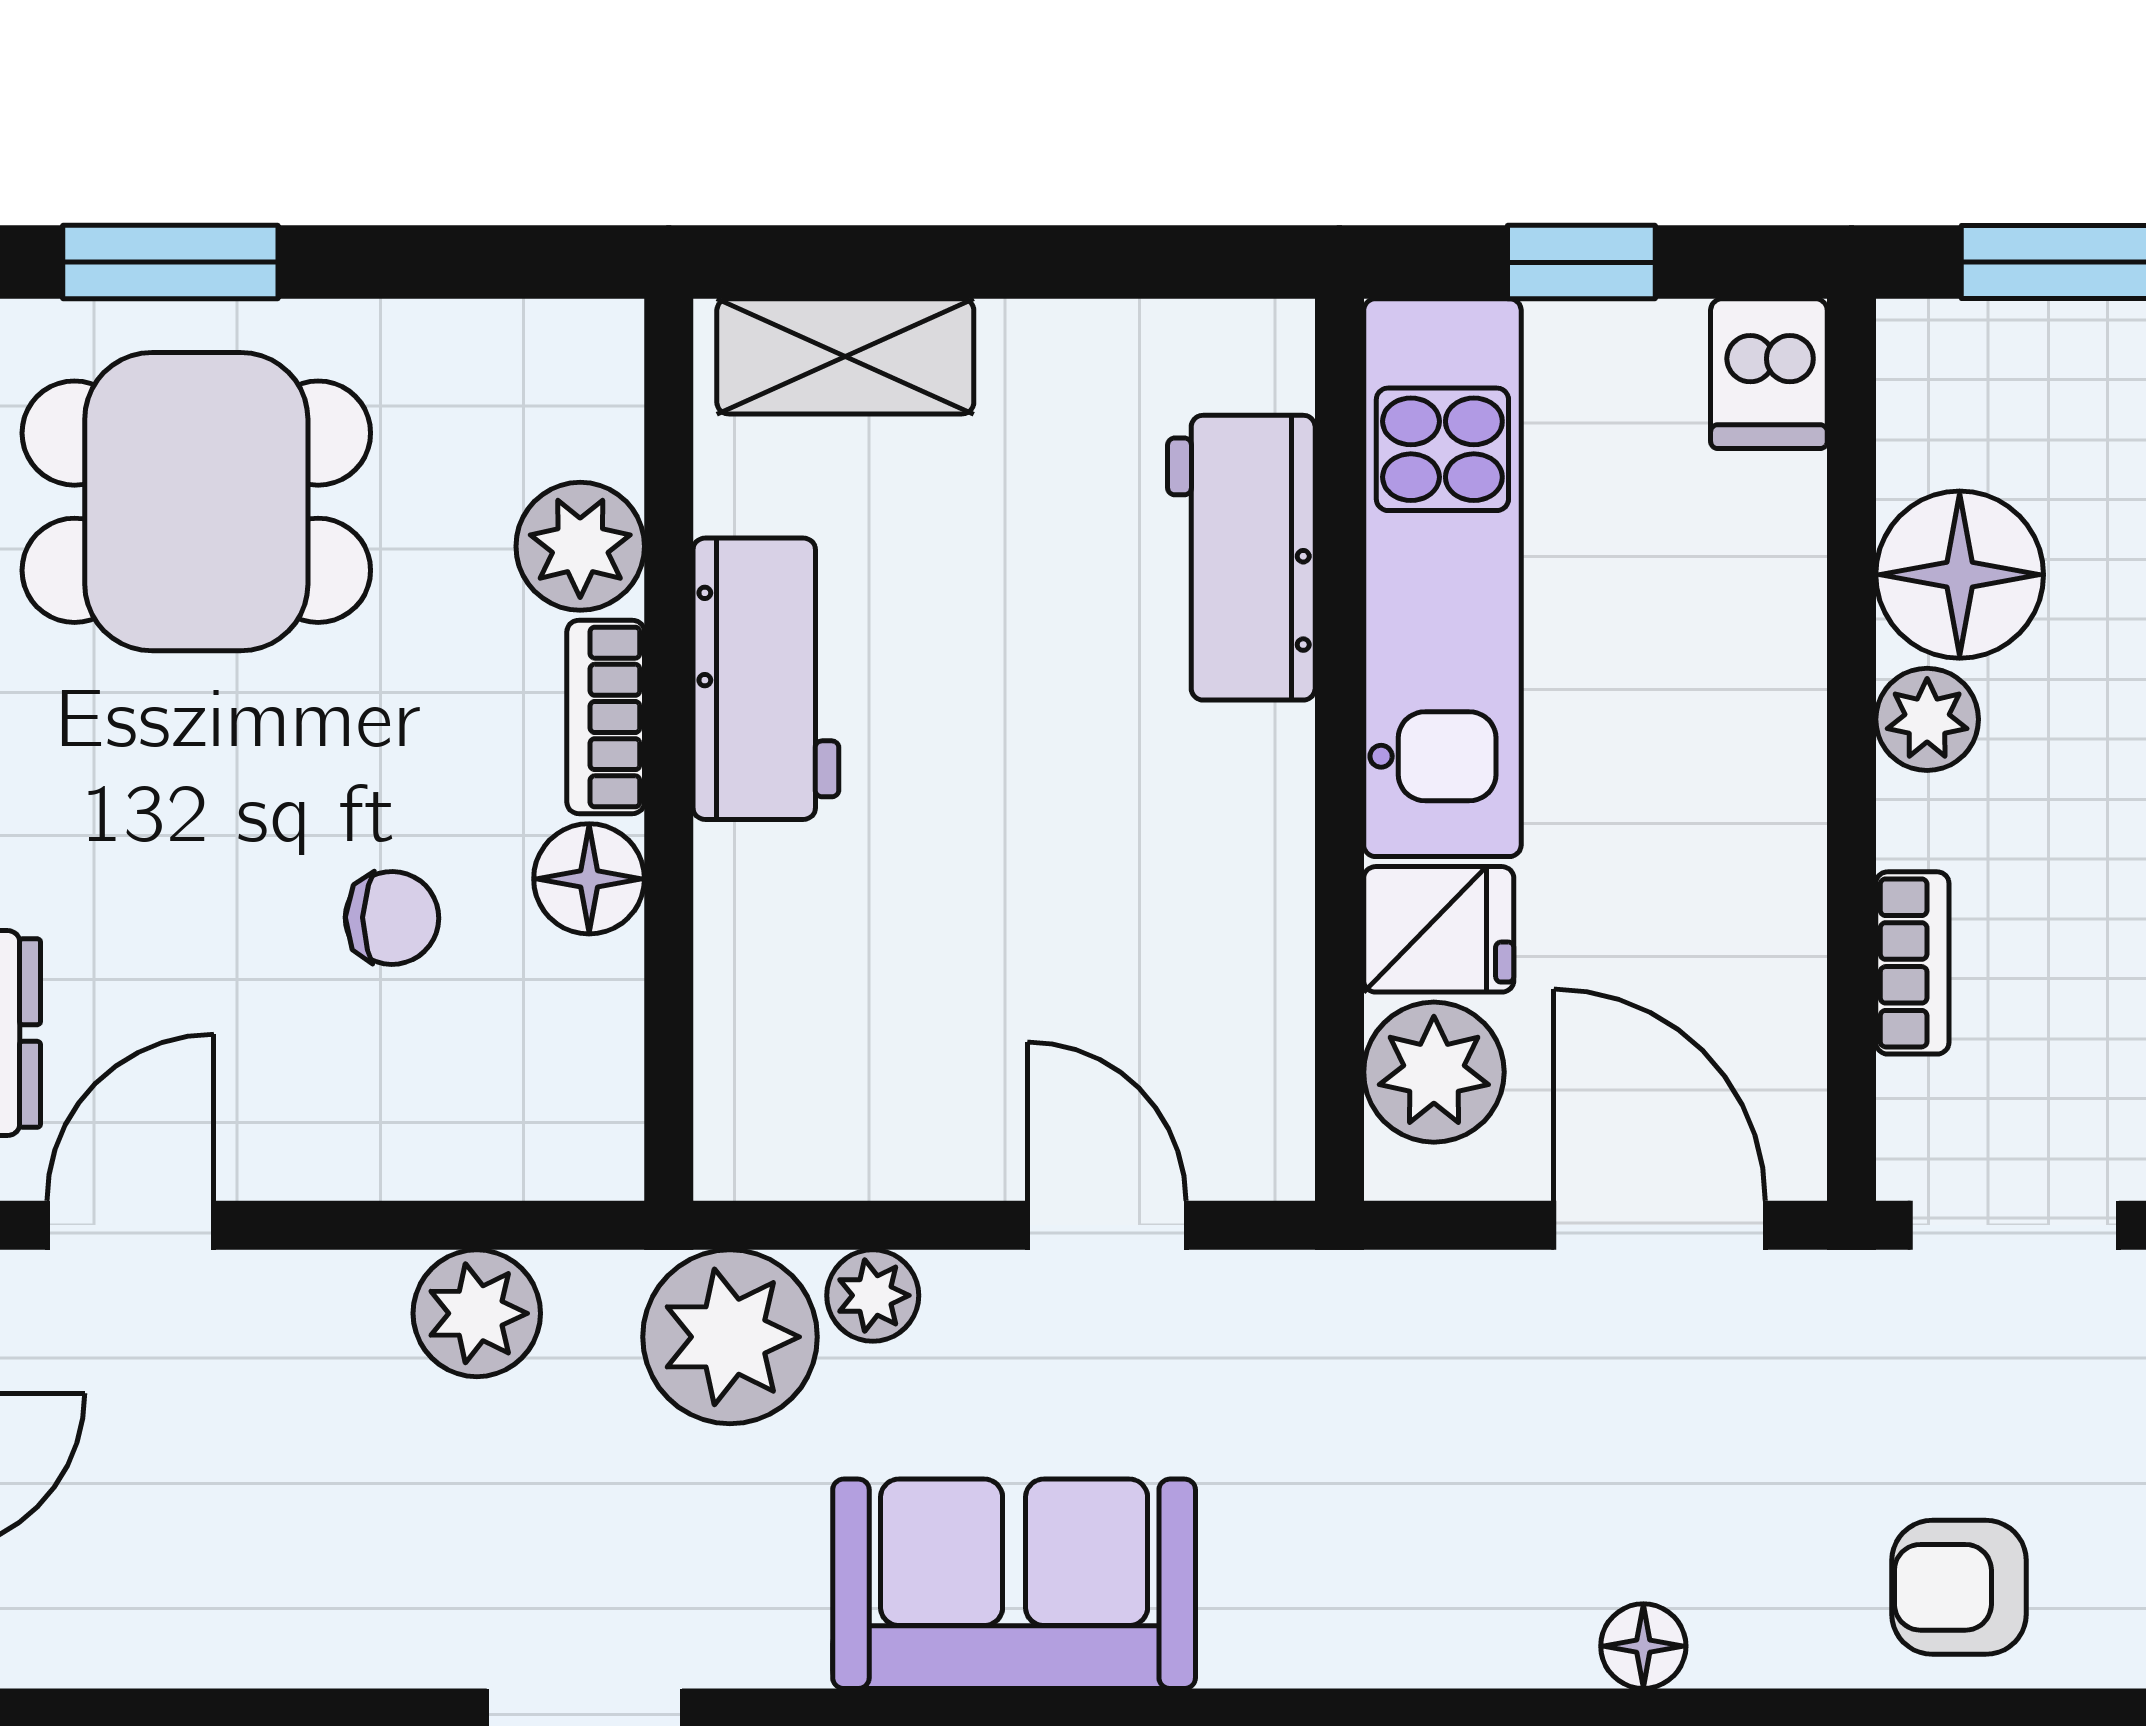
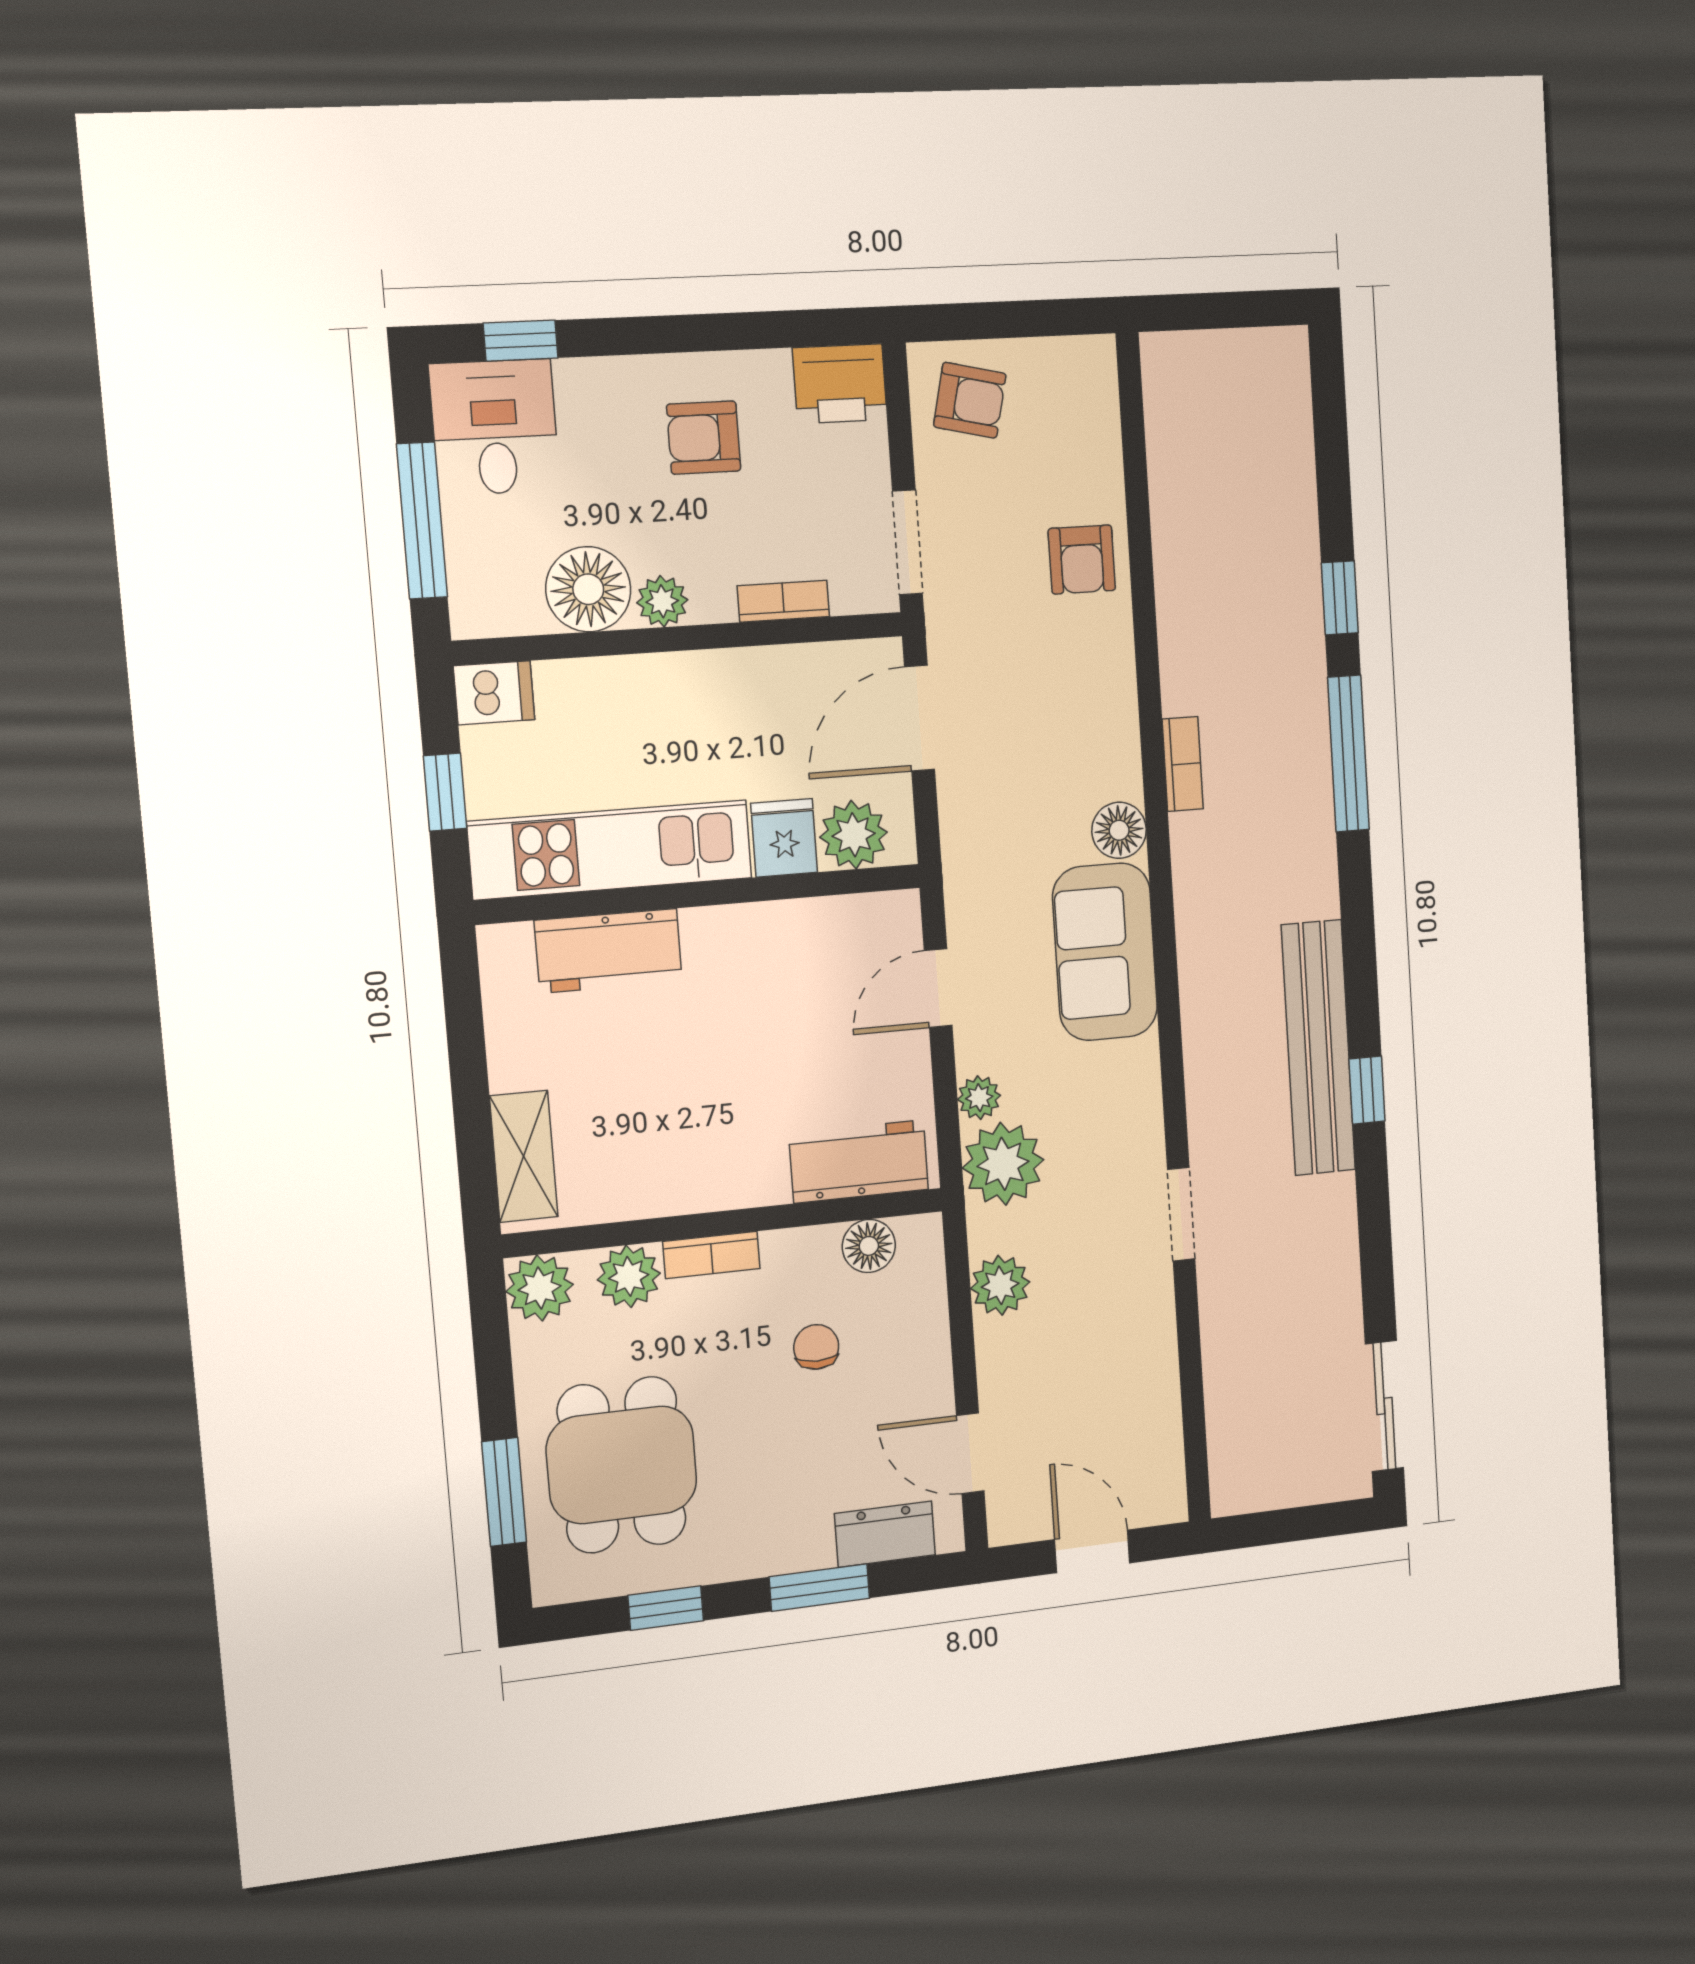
plant: (577, 366) -> (540, 1288), added
workbench: (766, 679) -> (859, 1161), moved
floor lamp: (589, 879) -> (869, 1246), moved
sofa: (1014, 1584) -> (1105, 952), moved
floor lamp: (1643, 1646) -> (1119, 830), moved, width x1.37, depth x1.37

